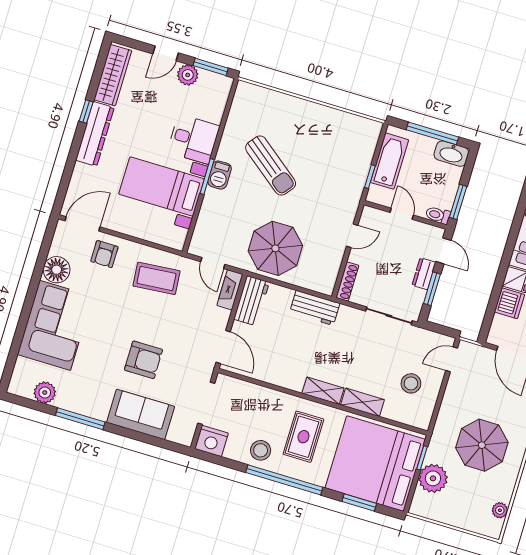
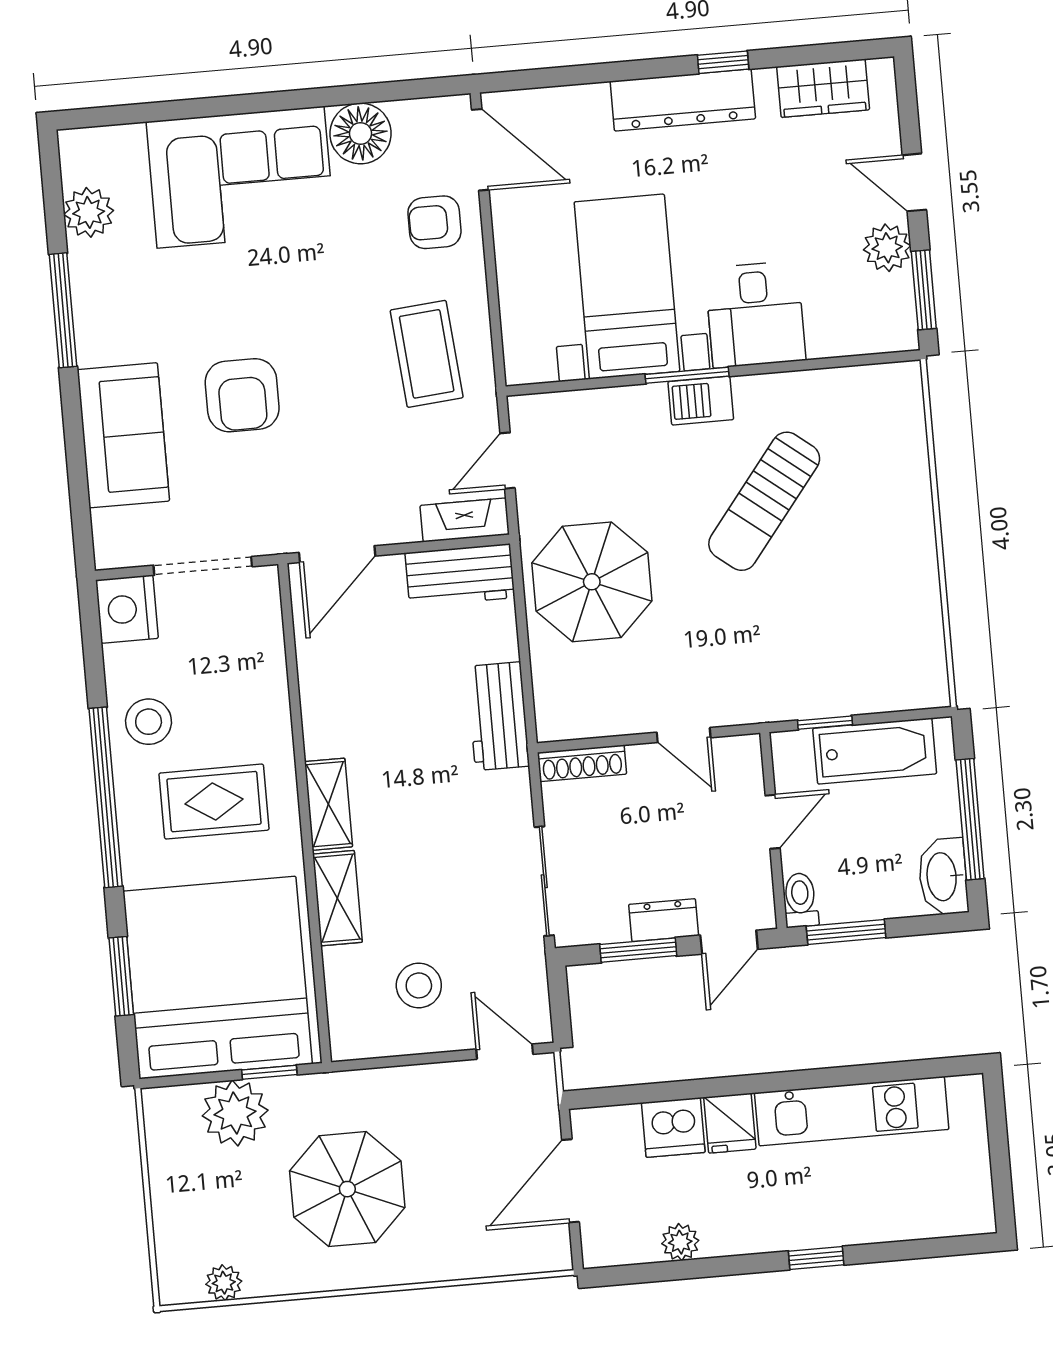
wardrobe: (113, 75) -> (823, 88), width x0.67

